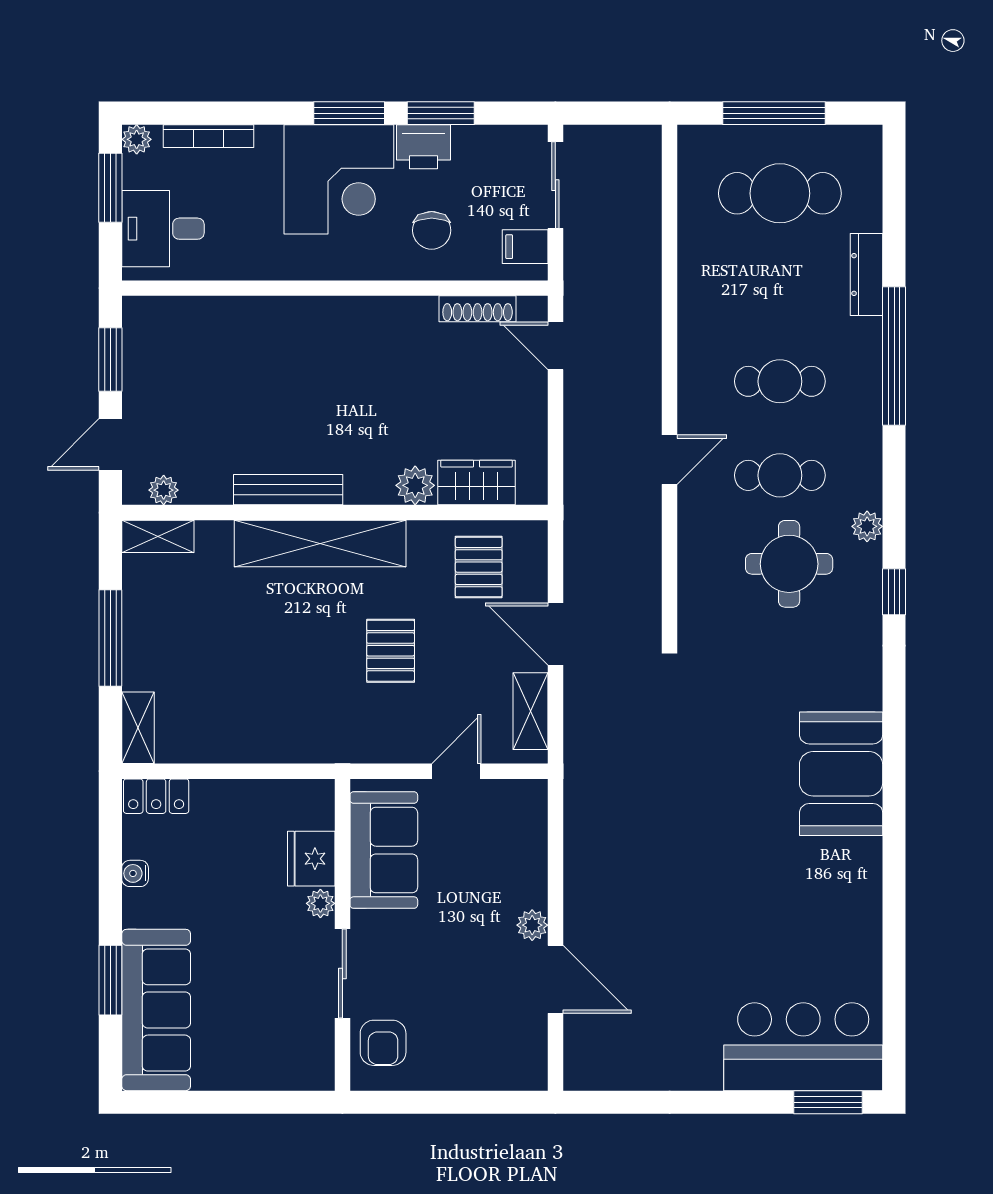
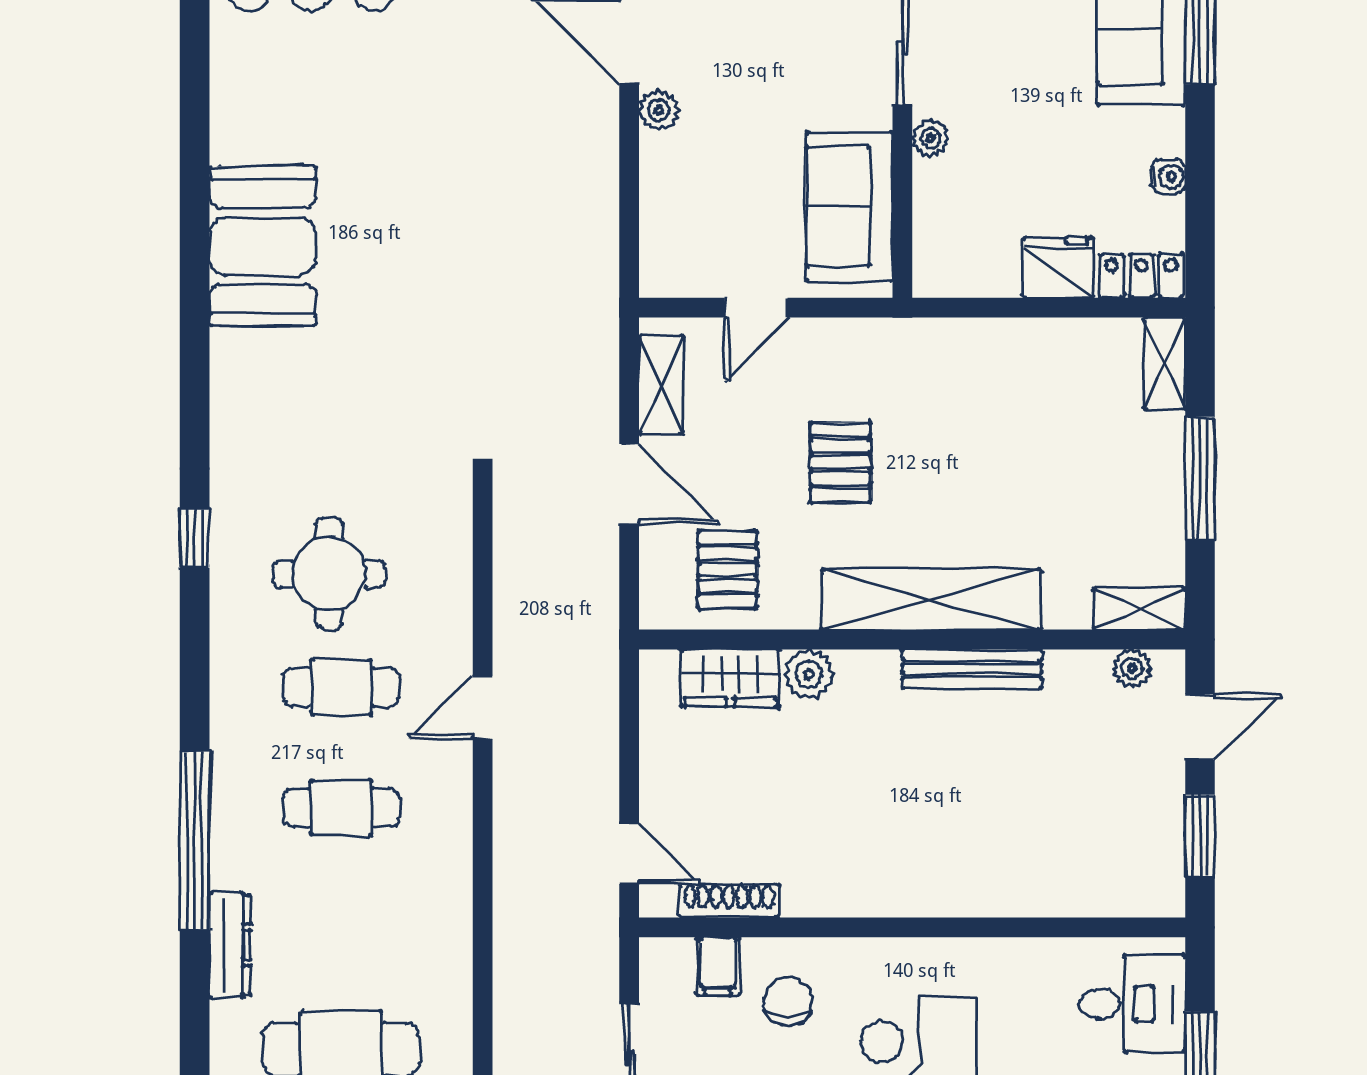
filing cabinet: (525, 247) -> (718, 966), moved, turned 90
plant: (867, 526) -> (229, 622), removed
booth: (841, 774) -> (263, 246), moved
fridge: (311, 859) -> (1058, 268), moved, turned -90

